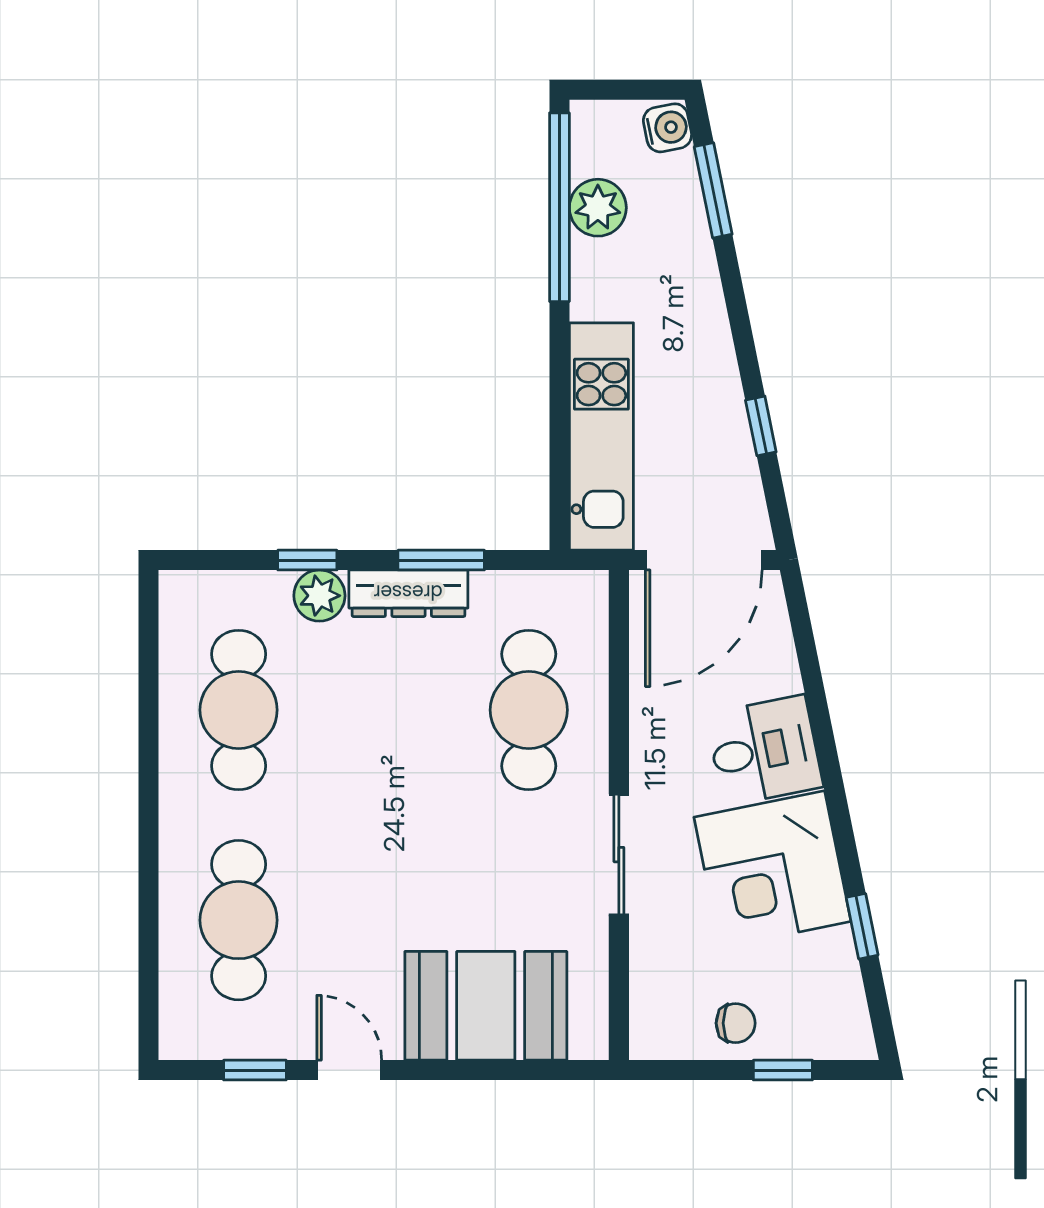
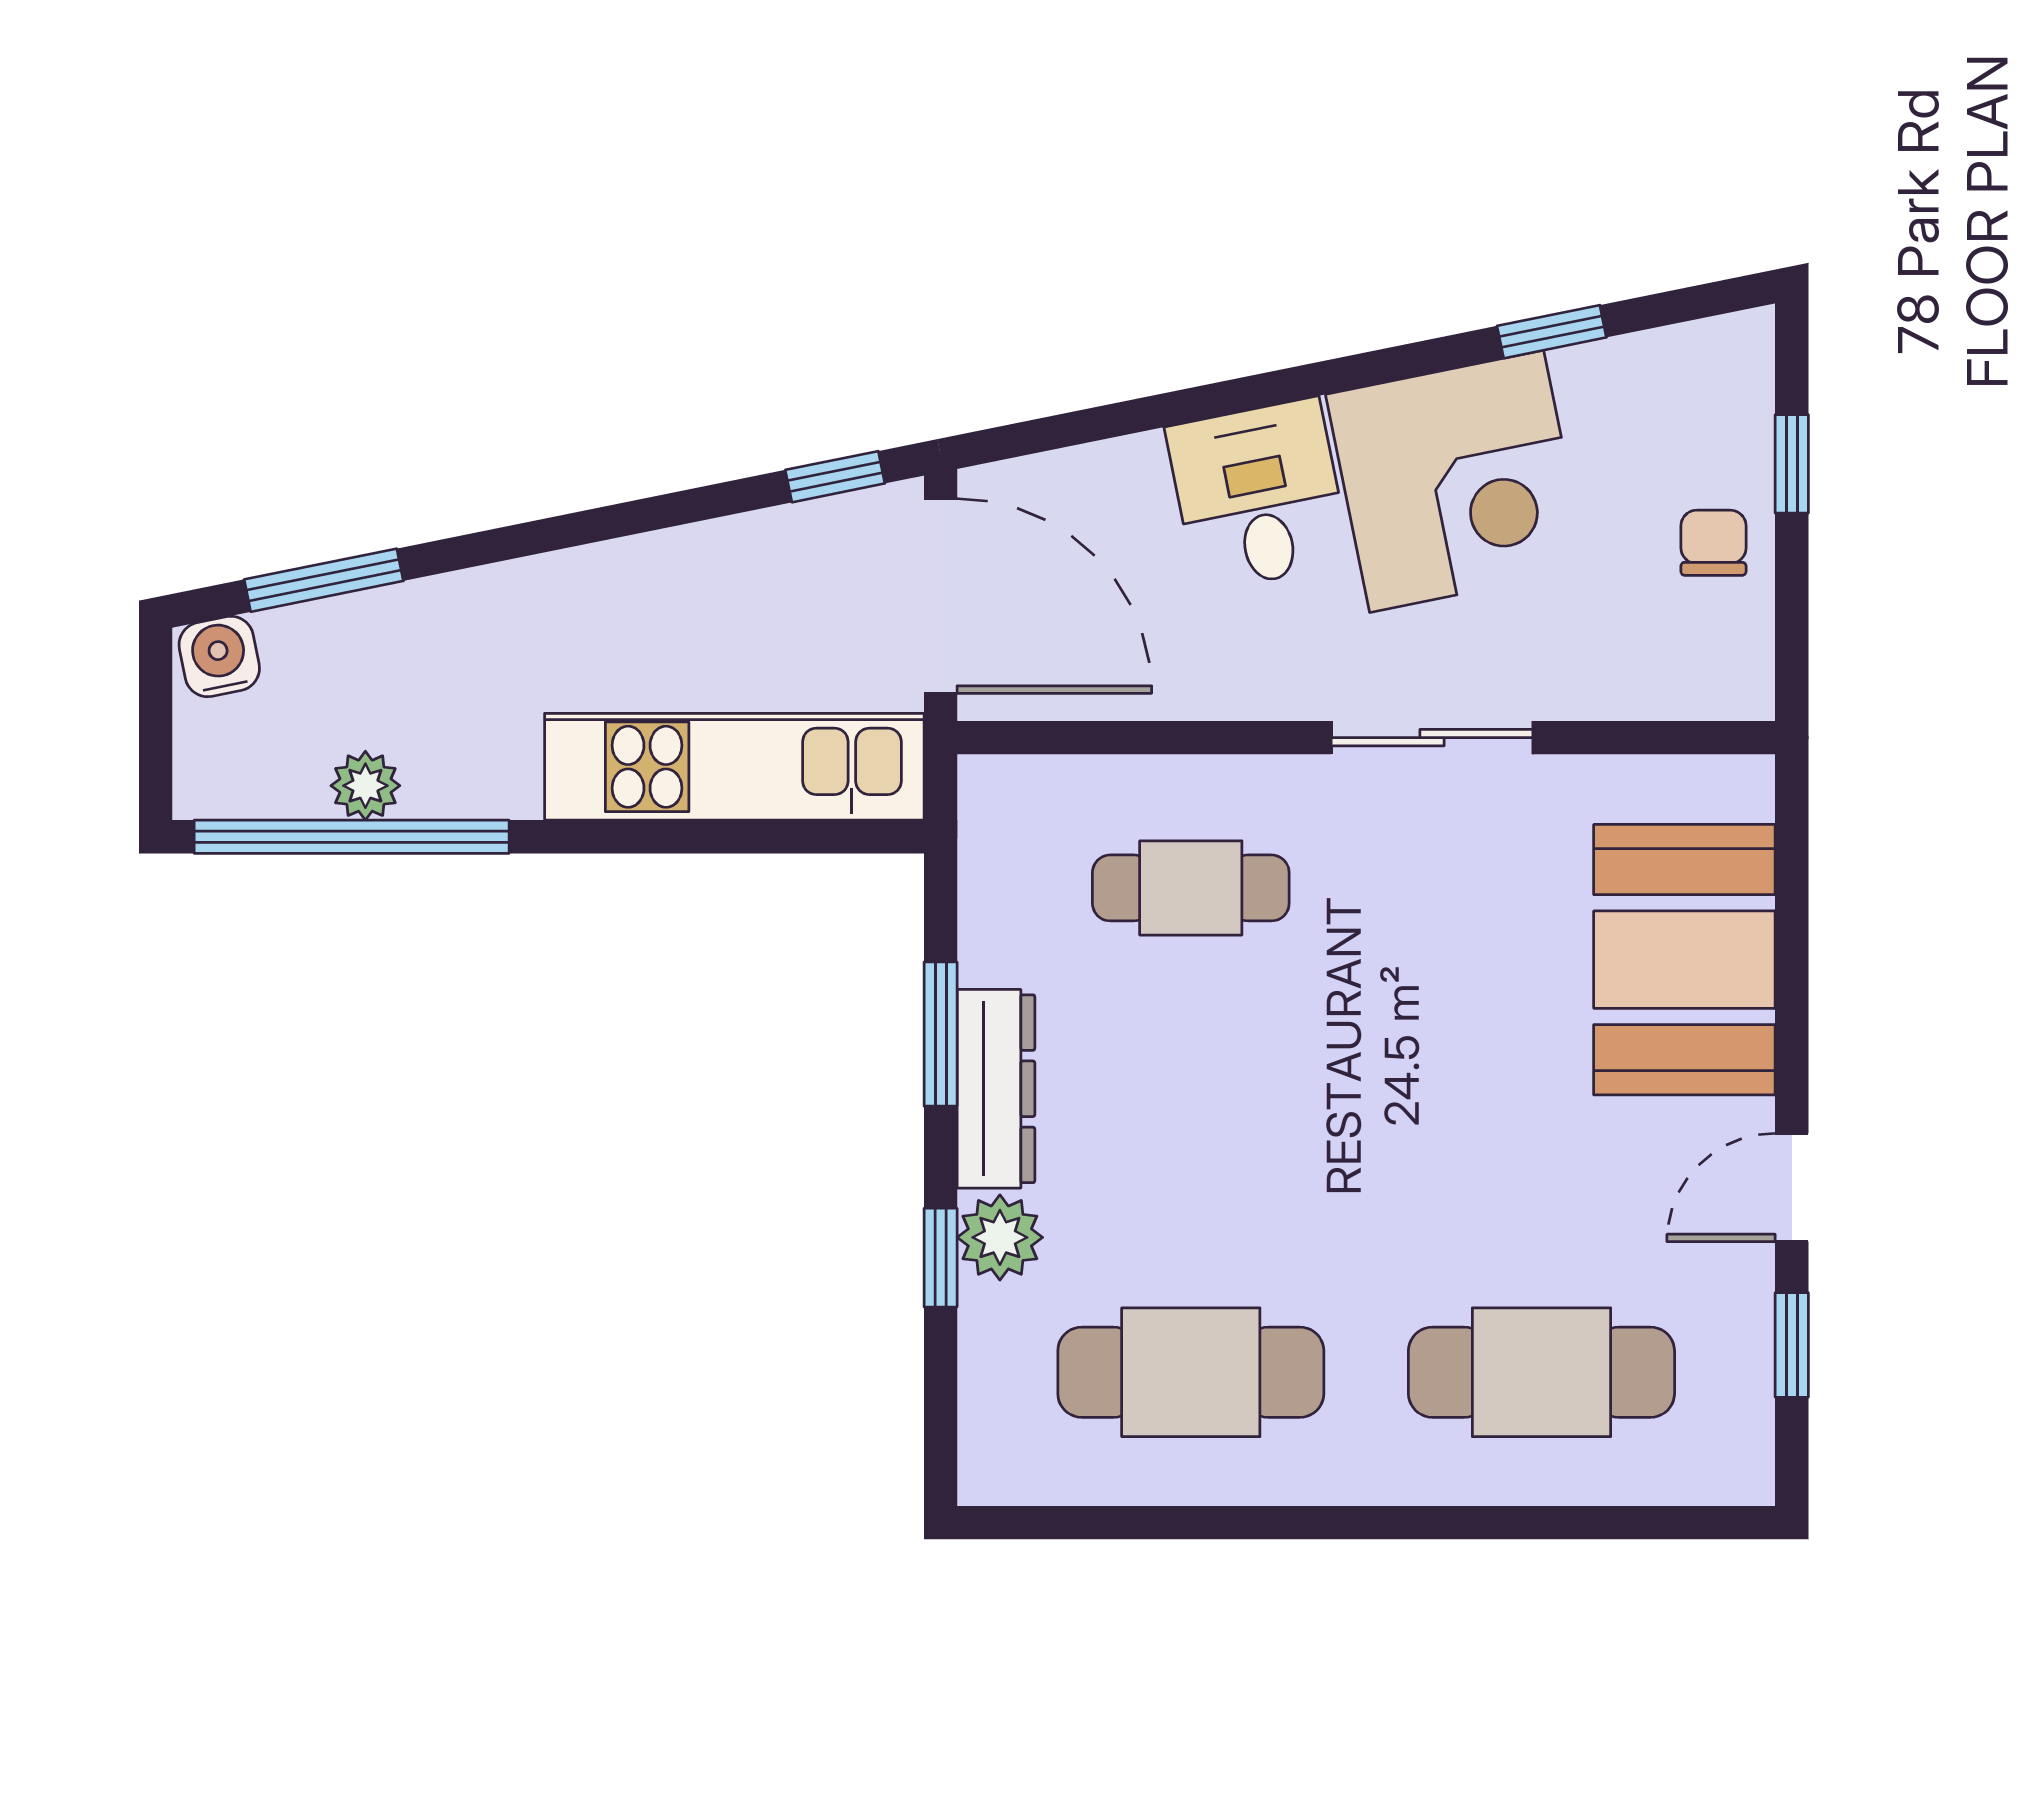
plant: (598, 208) -> (365, 786), width x0.73, depth x0.73
window: (761, 426) -> (835, 477), moved
cafe table: (529, 710) -> (1191, 888), width x0.73, depth x0.74

